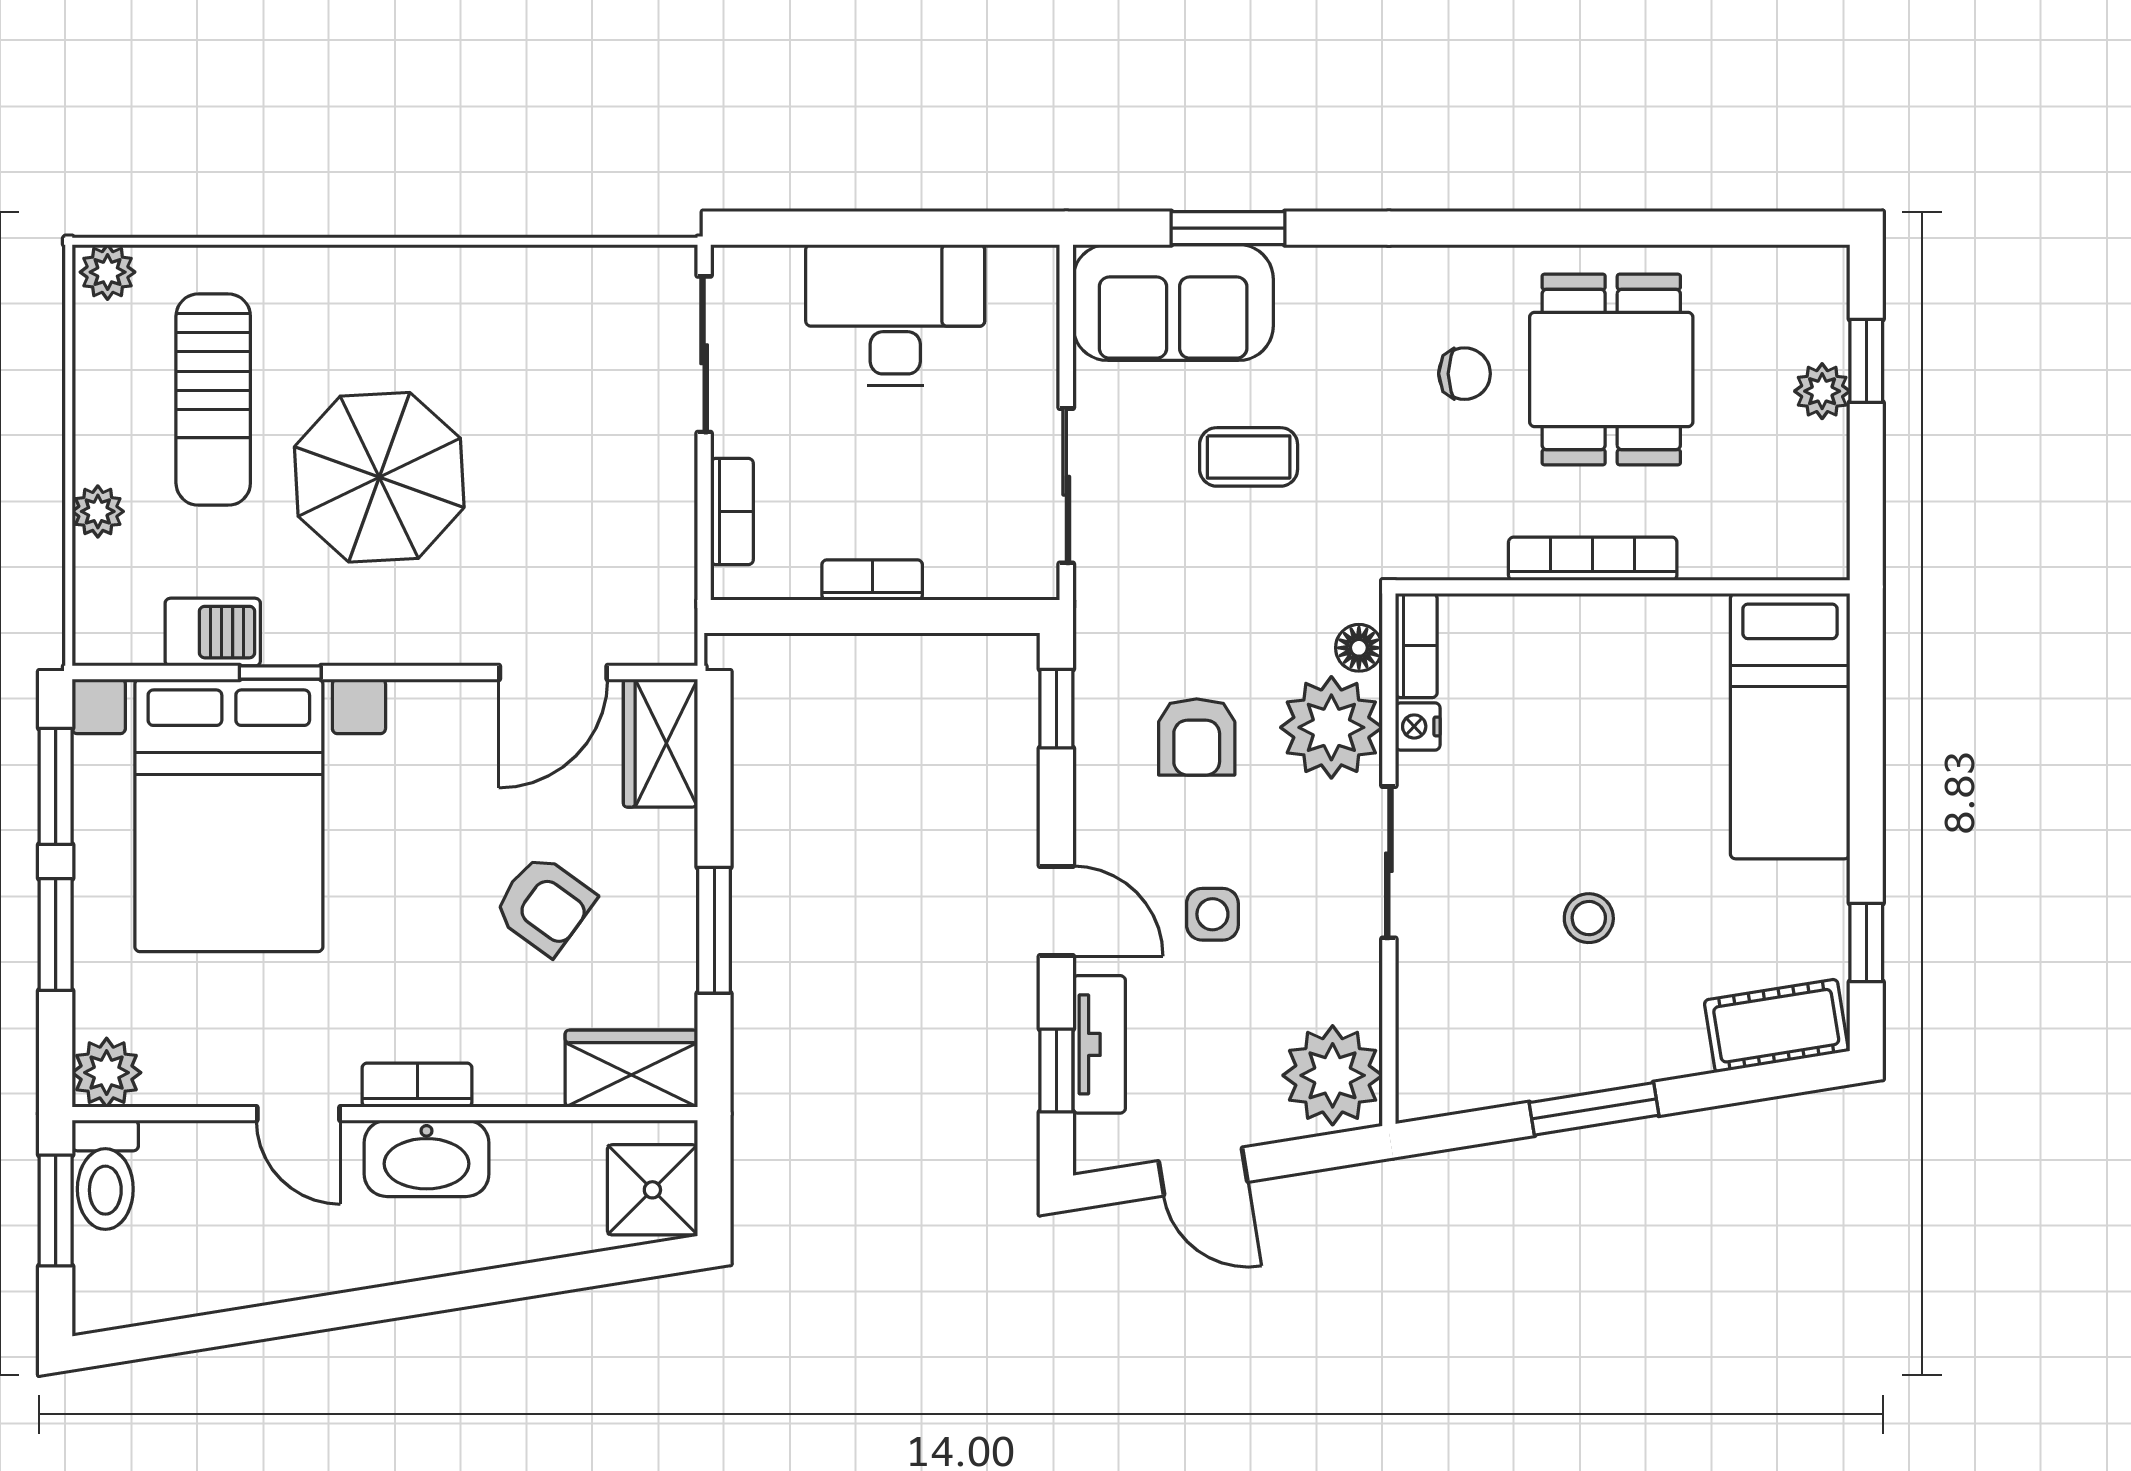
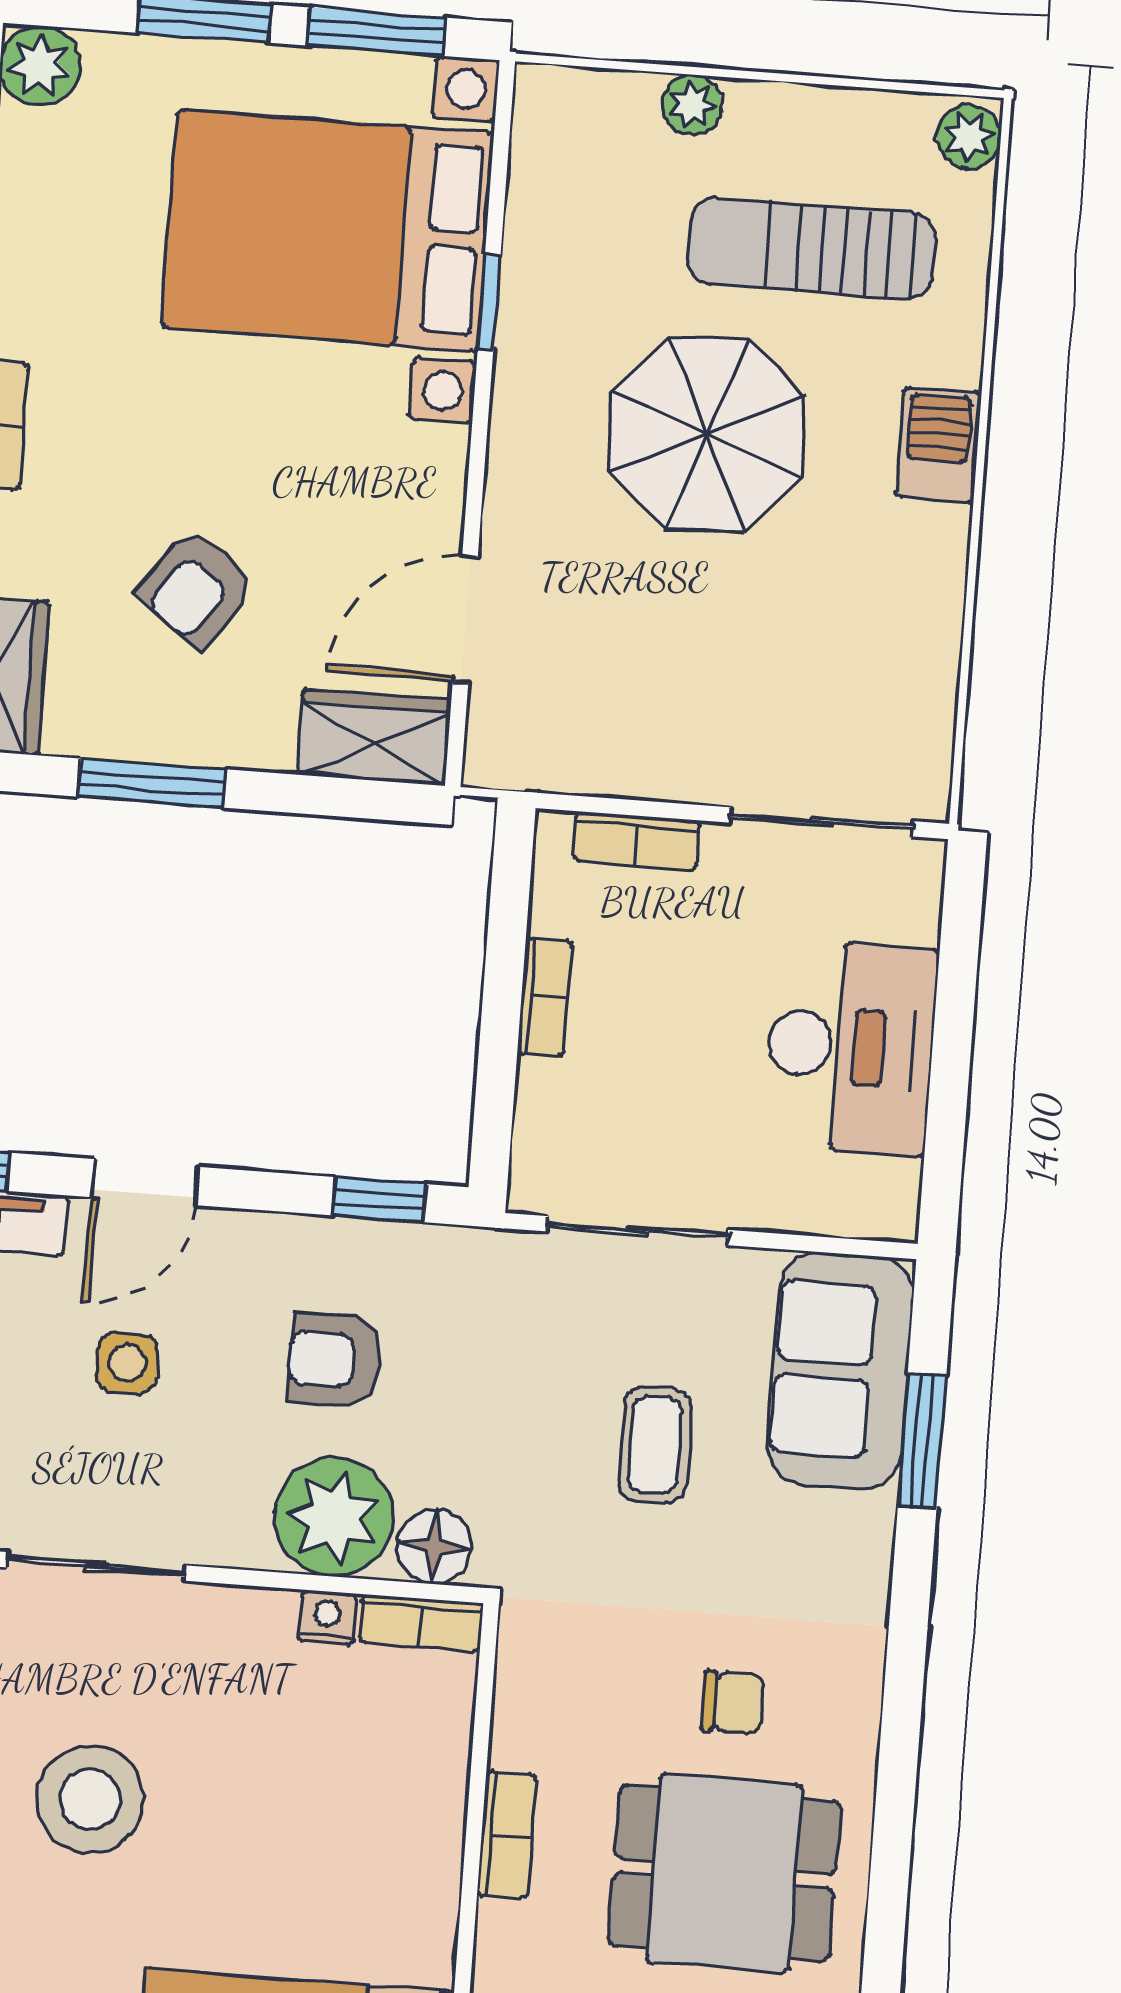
chair: (1465, 374) -> (732, 1703), turned -90
bookcase: (1593, 559) -> (507, 1835), width x0.64
barbecue: (213, 632) -> (938, 445), moved, turned 180
floor lamp: (1359, 648) -> (434, 1547), width x1.37, depth x1.37
door: (553, 672) -> (465, 619), hinge flipped
sliding door: (1389, 862) -> (96, 1566), moved
stool: (1589, 918) -> (90, 1799), width x1.89, depth x1.89

